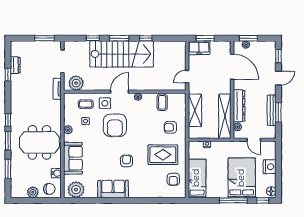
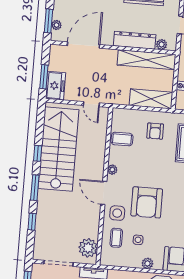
stairs: (122, 54) -> (58, 149), moved
shelving: (195, 110) -> (151, 99), moved
armchair: (115, 125) -> (147, 202), turned 90

